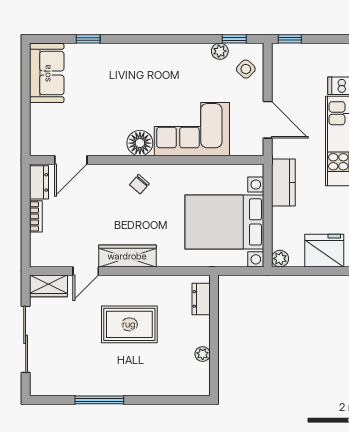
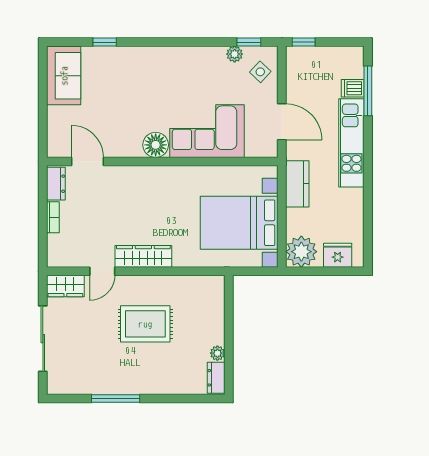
door: (71, 160) -> (88, 161), swing flipped
chair: (139, 184) -> (155, 186), removed
fridge: (324, 251) -> (338, 255), width x0.73, depth x0.75
plant: (280, 259) -> (301, 252), width x1.87, depth x1.87
dresser: (201, 299) -> (216, 378), moved

